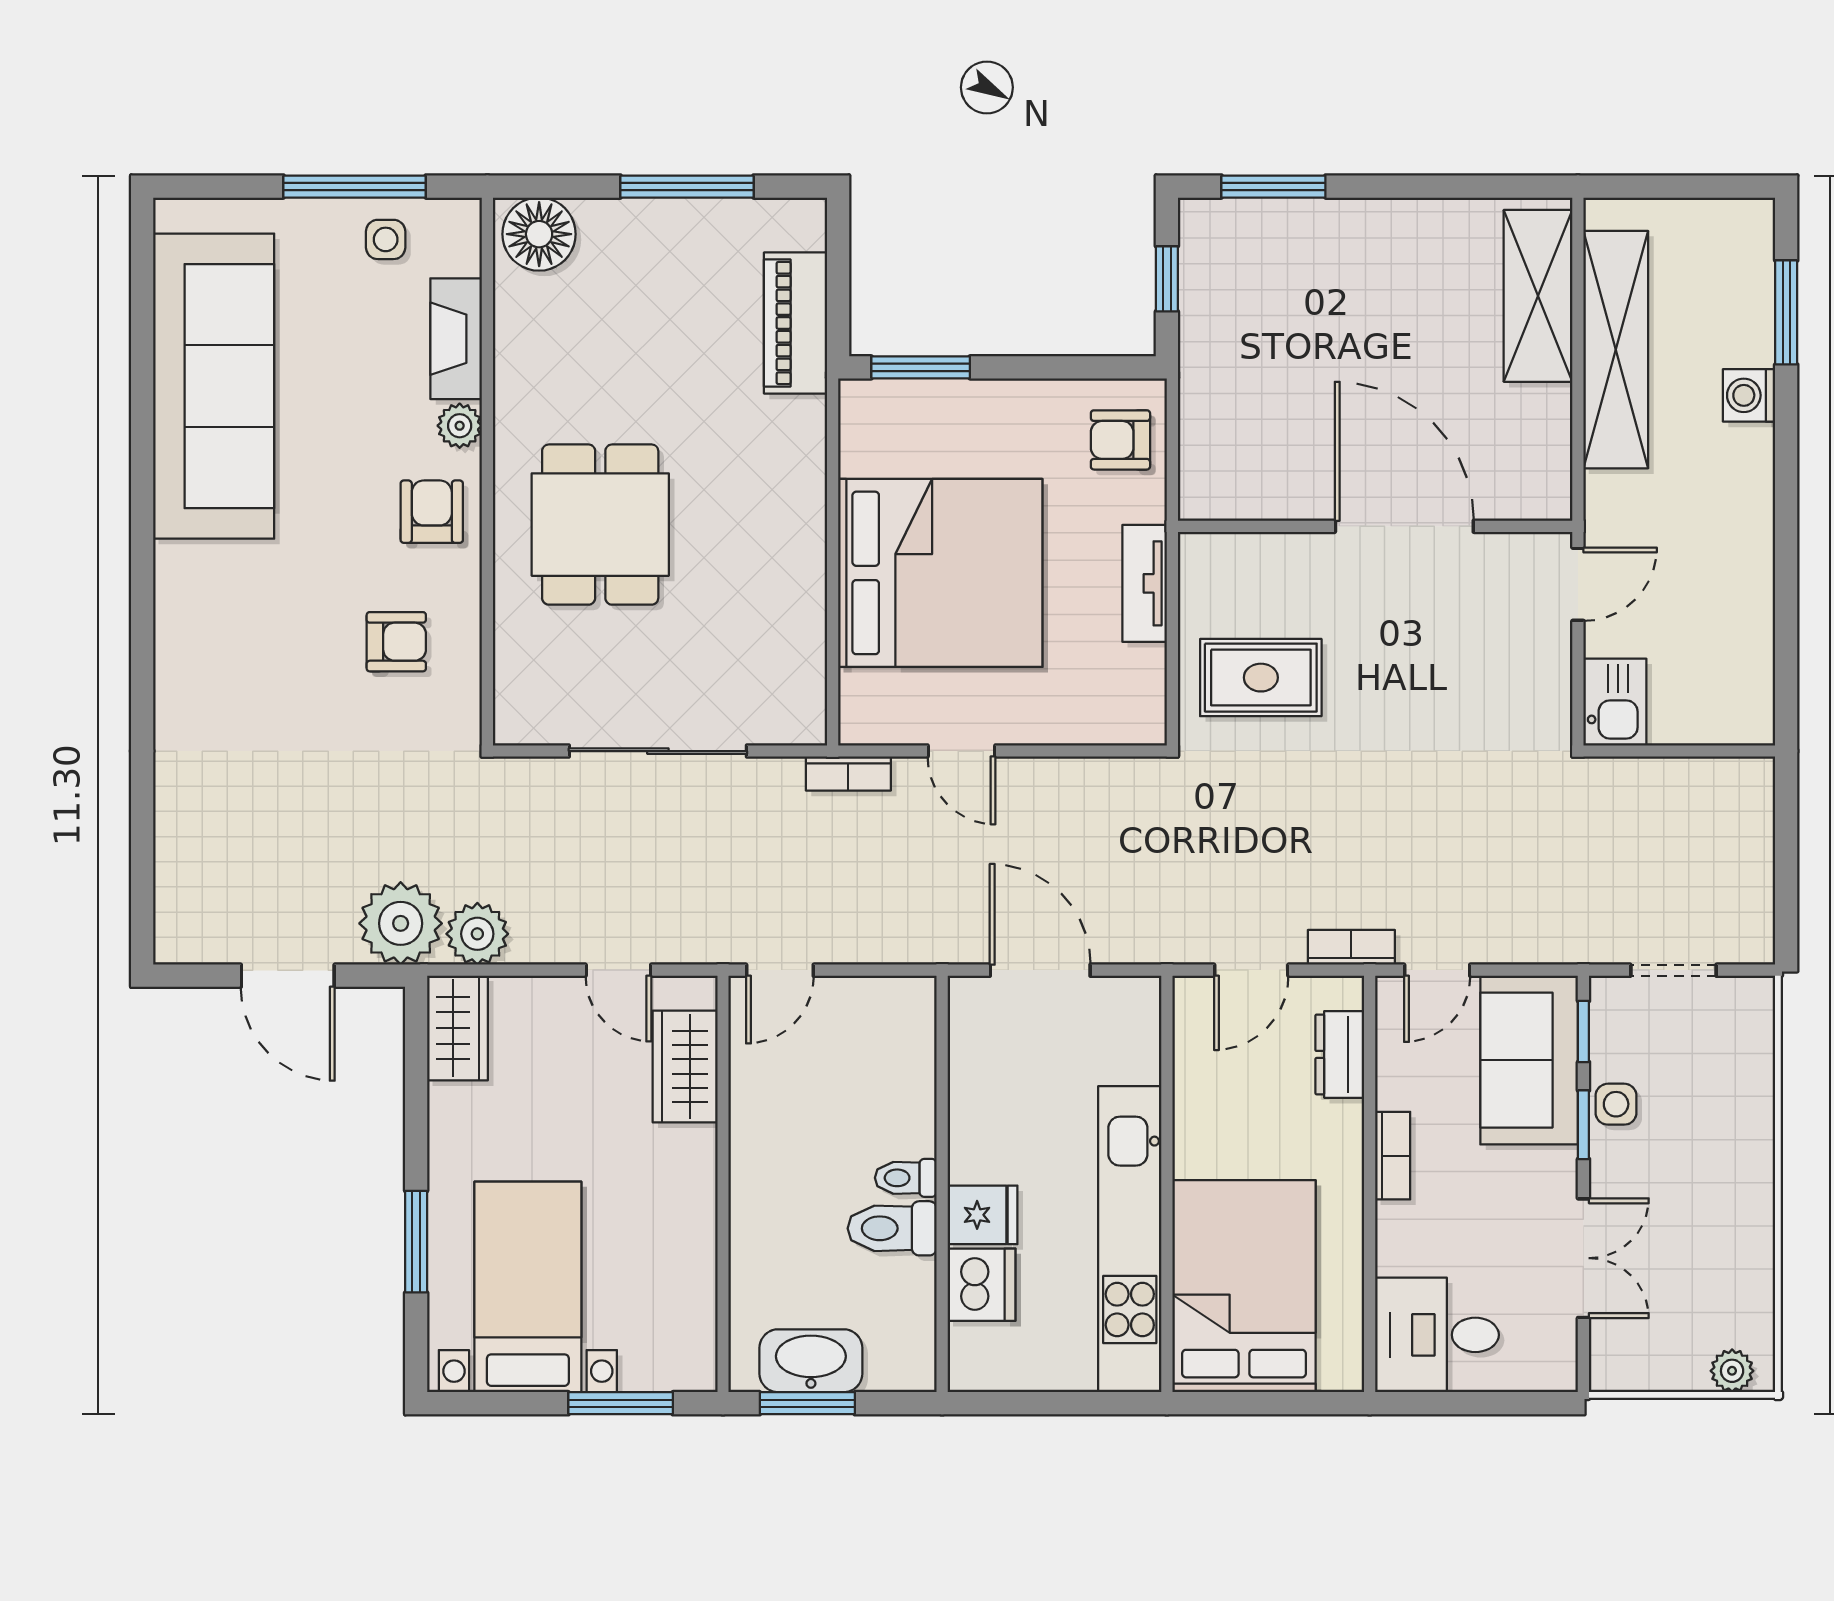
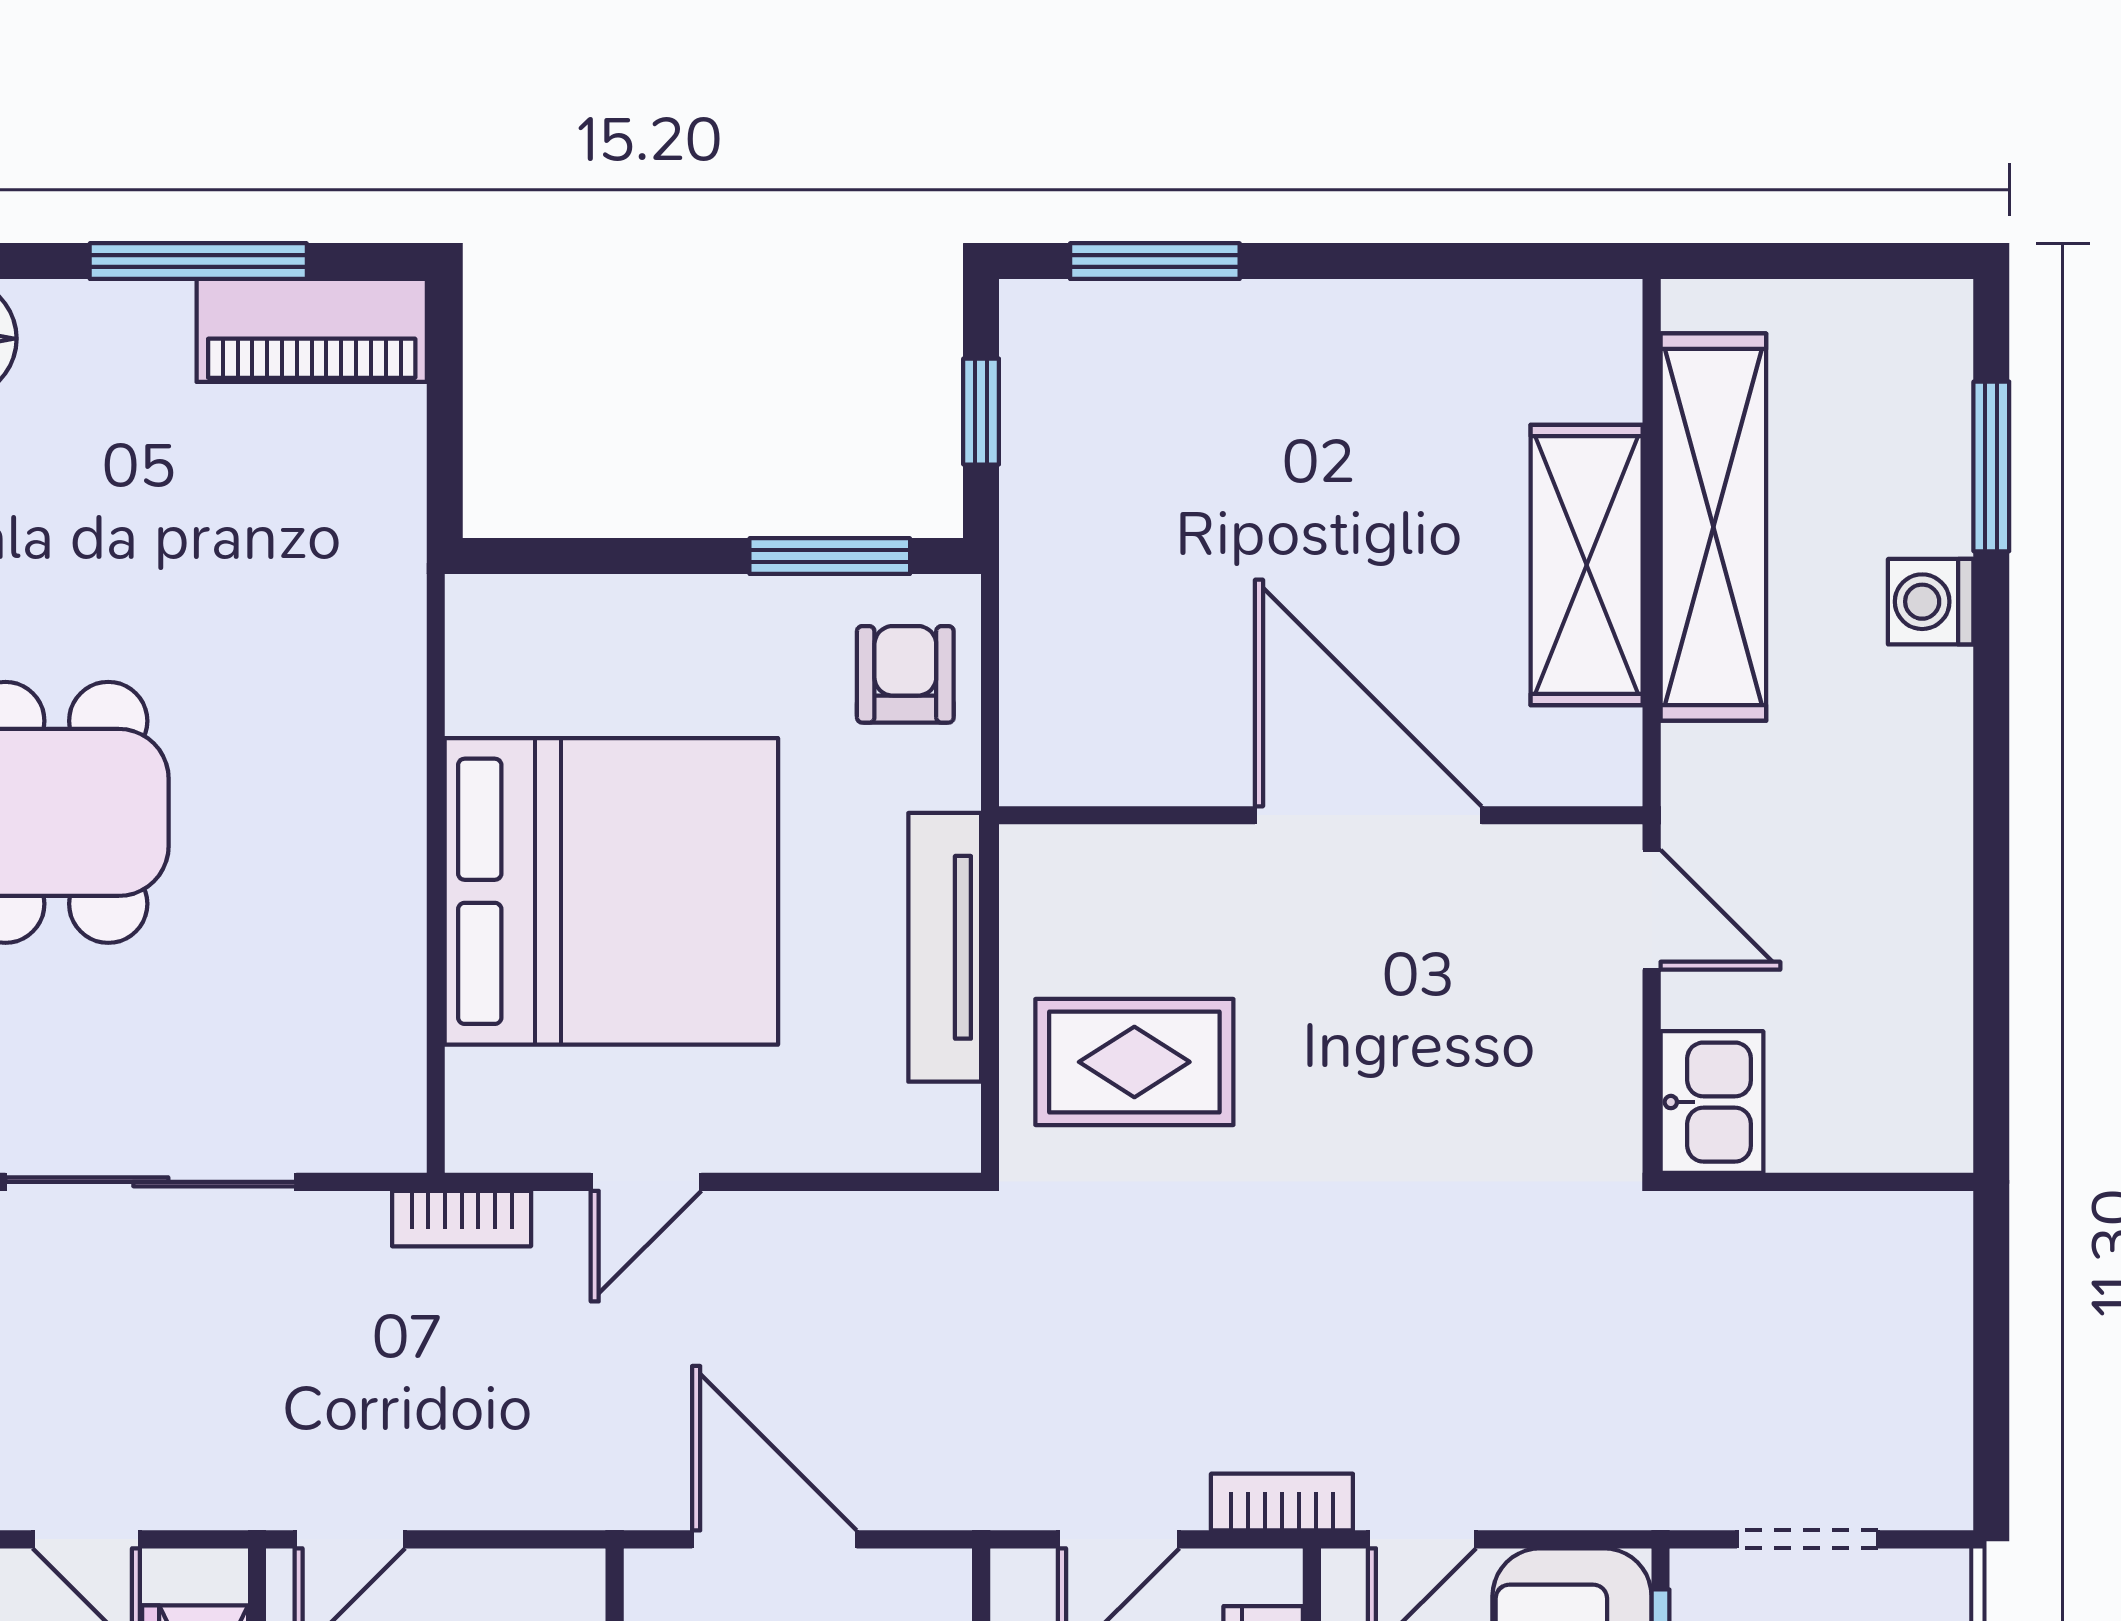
shelving: (1538, 296) -> (1587, 565), moved
piano: (796, 323) -> (312, 330), moved, turned -90
window: (921, 367) -> (830, 556), moved
armchair: (1120, 440) -> (905, 674), turned 90
tv unit: (1145, 583) -> (945, 947), width x1.41
door: (1578, 584) -> (1652, 910), hinge flipped
door: (962, 751) -> (646, 1182), hinge flipped

